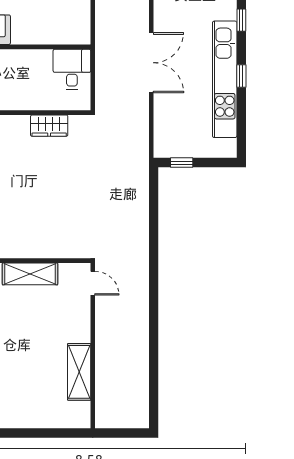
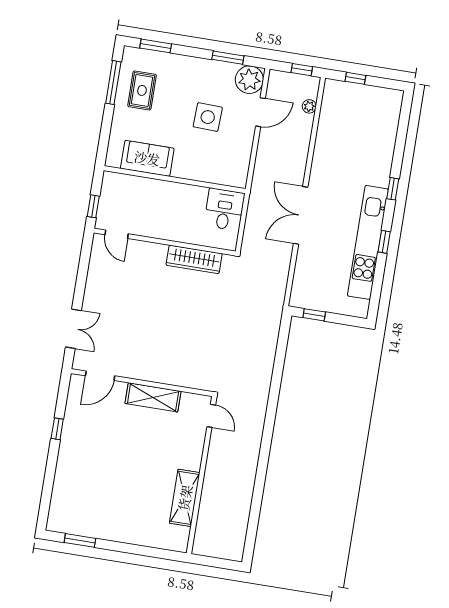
double door: (151, 63) -> (301, 215), swing flipped
wardrobe: (49, 126) -> (194, 259), width x1.50

